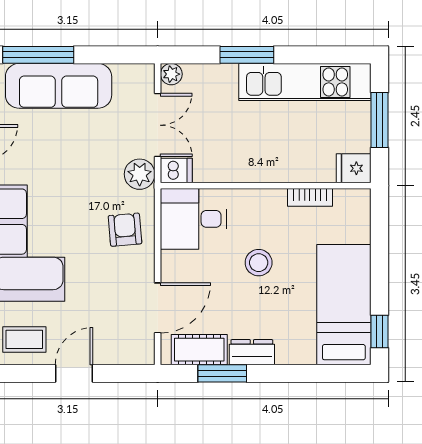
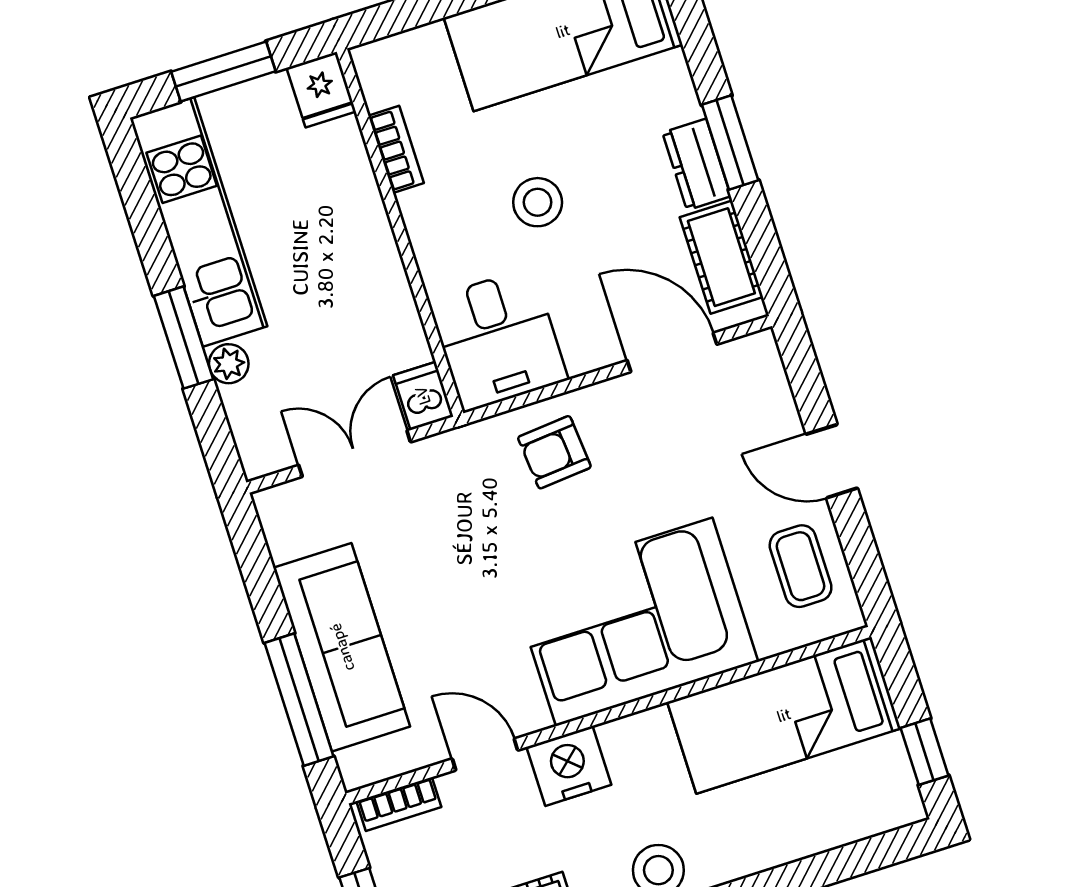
plant: (171, 74) -> (229, 364), moved
plant: (140, 174) -> (450, 458), removed
window: (222, 373) -> (730, 143), moved

